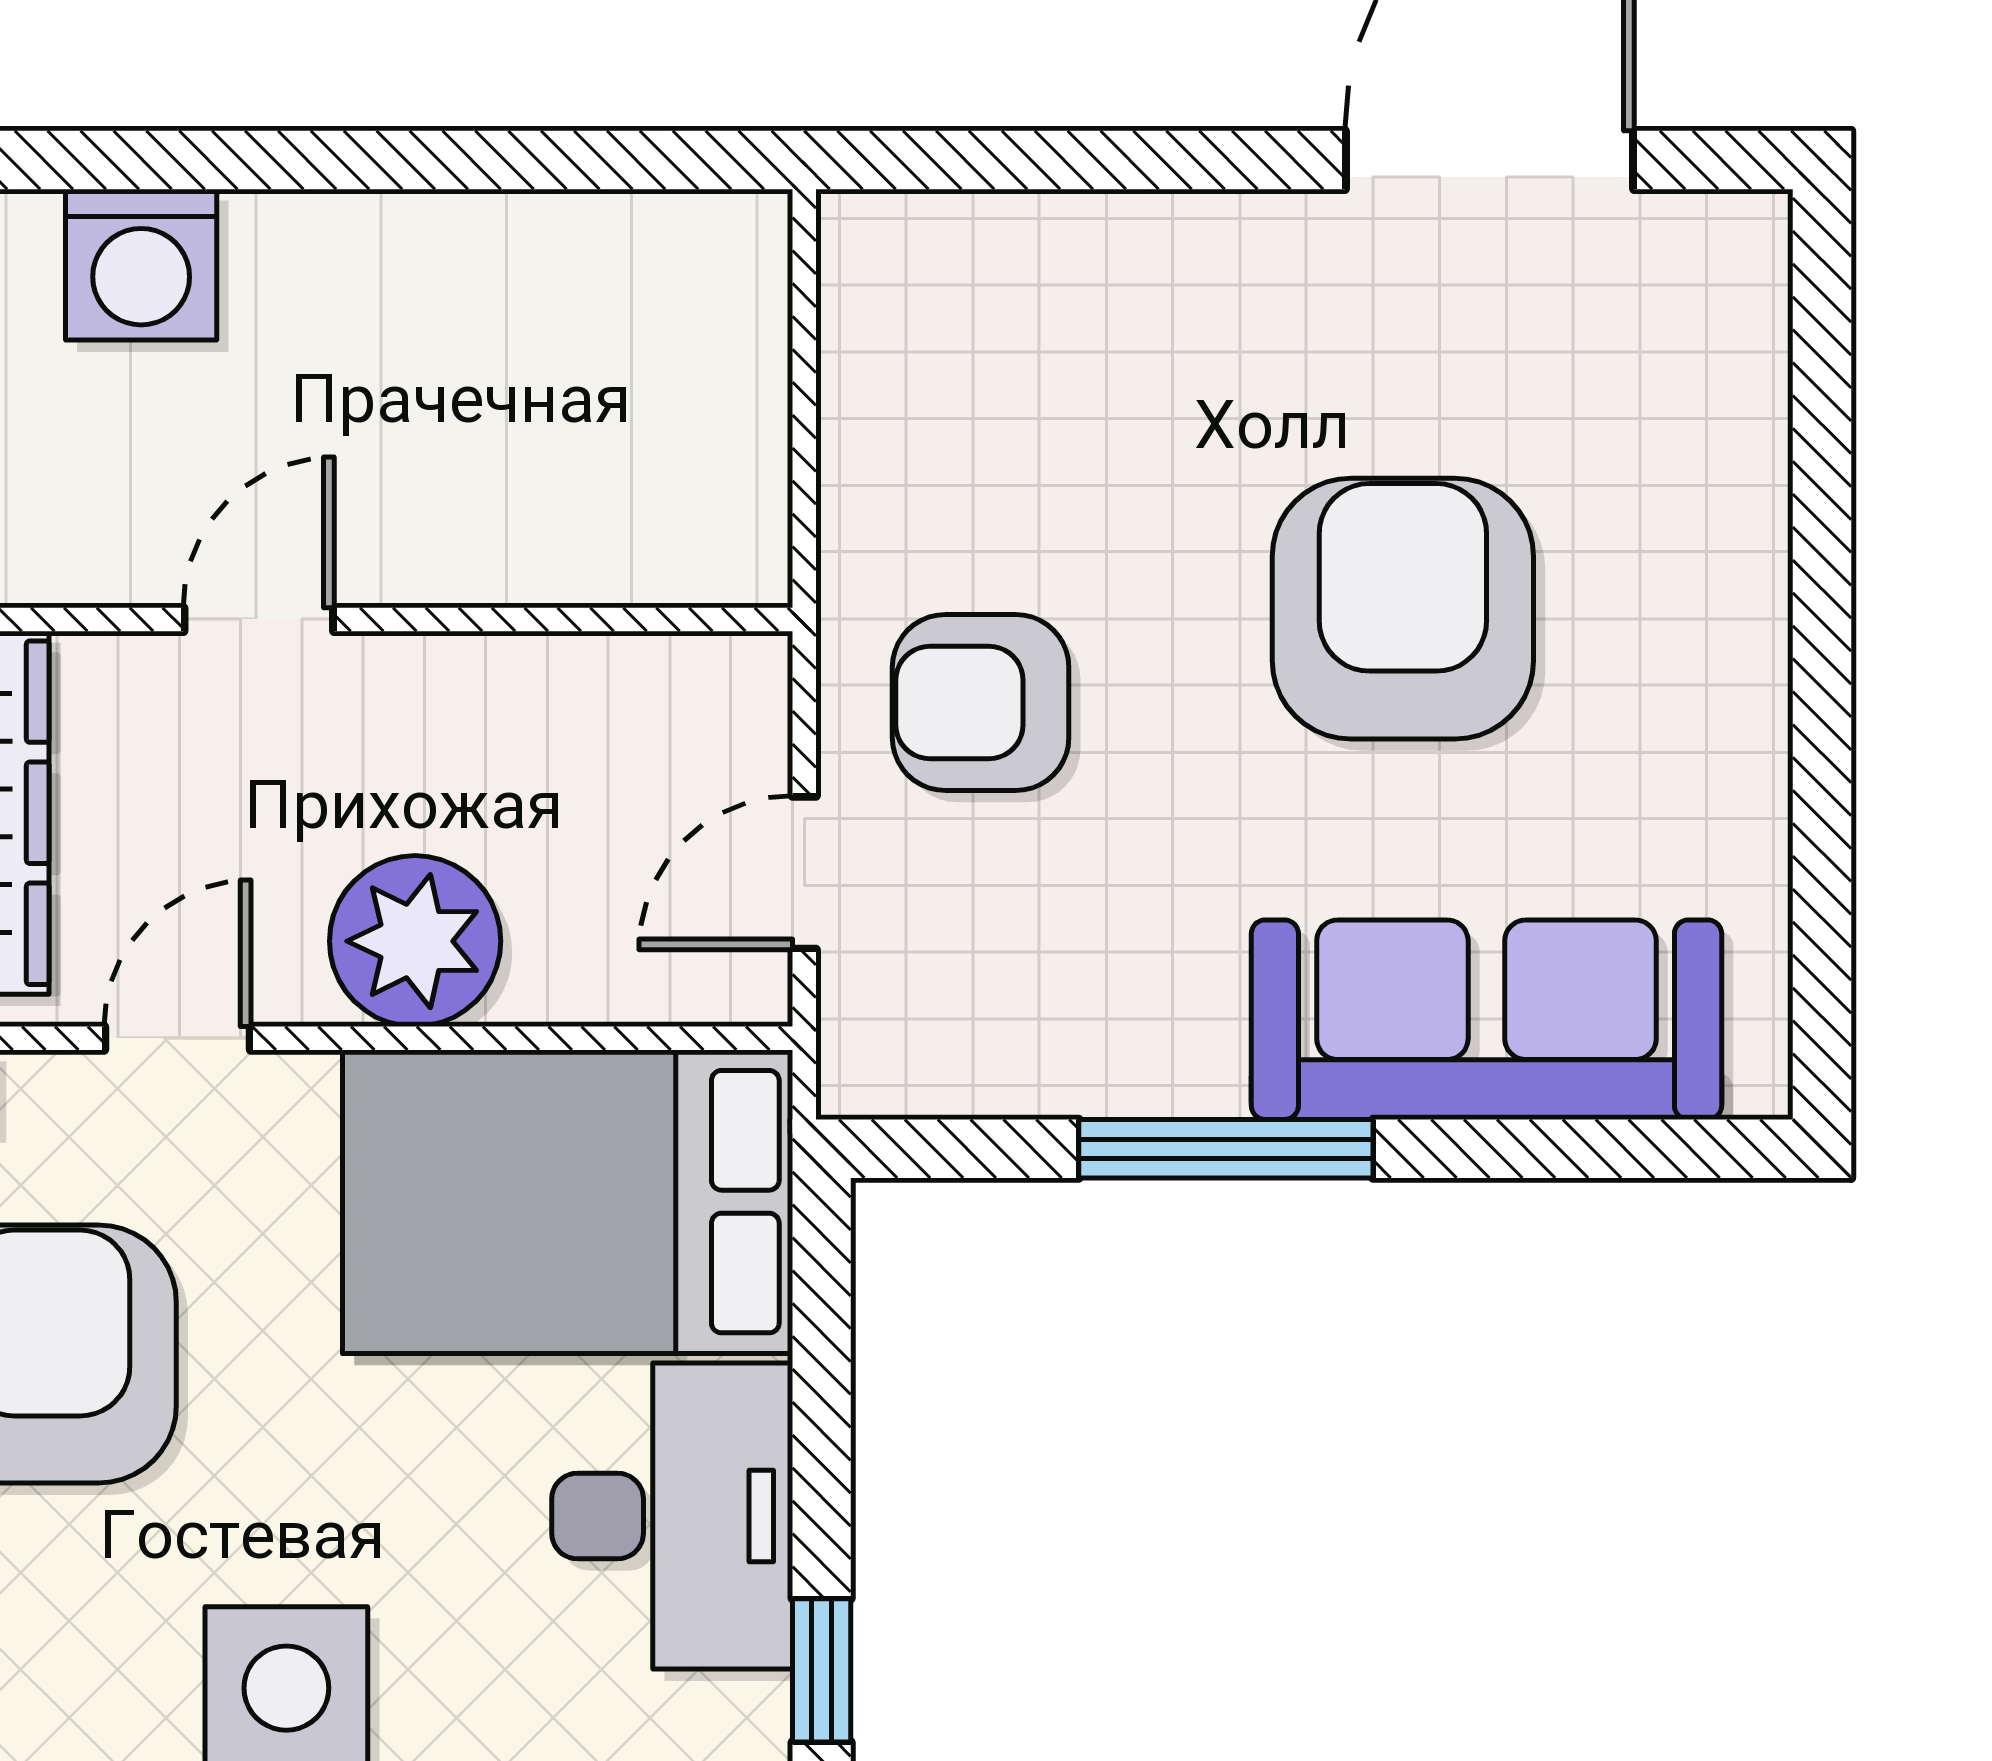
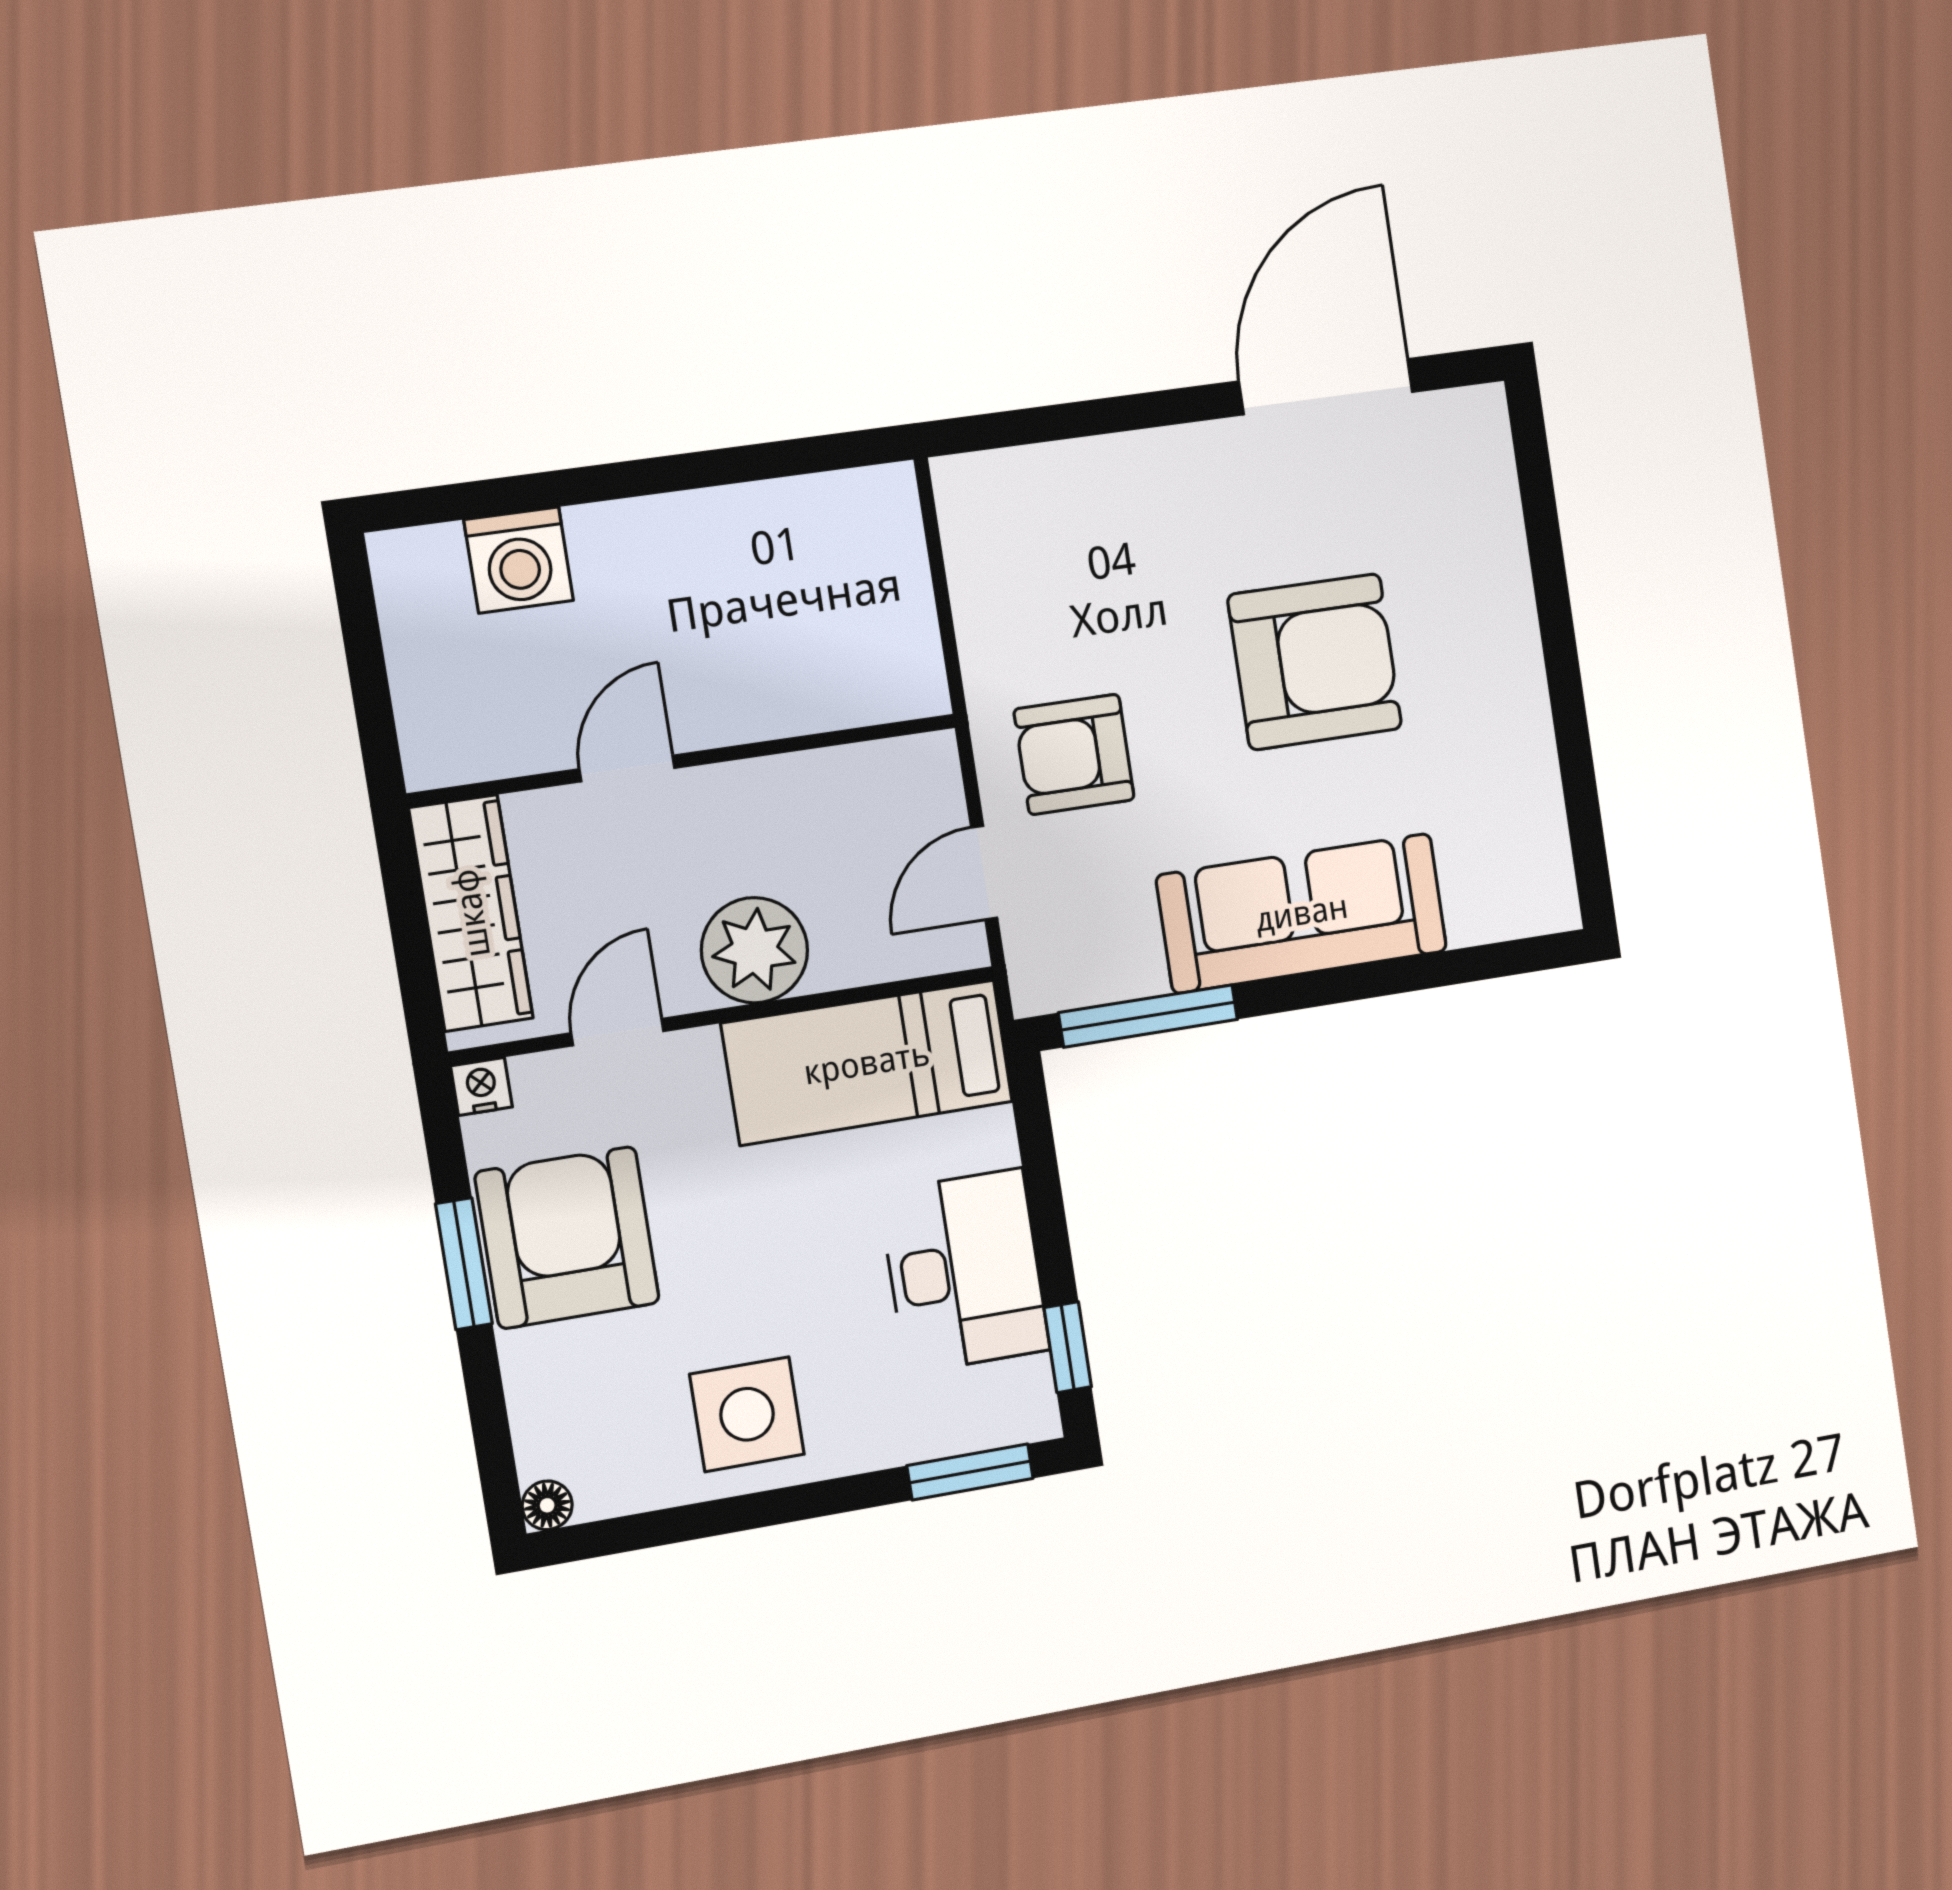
armchair: (1403, 609) -> (1315, 662), turned 90
sofa: (1486, 1020) -> (1302, 913), moved
window: (1226, 1149) -> (1148, 1016), moved
bed: (568, 1202) -> (867, 1063), width x0.67

